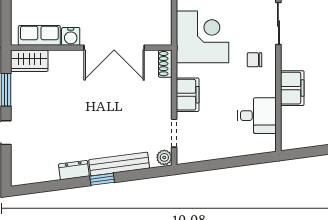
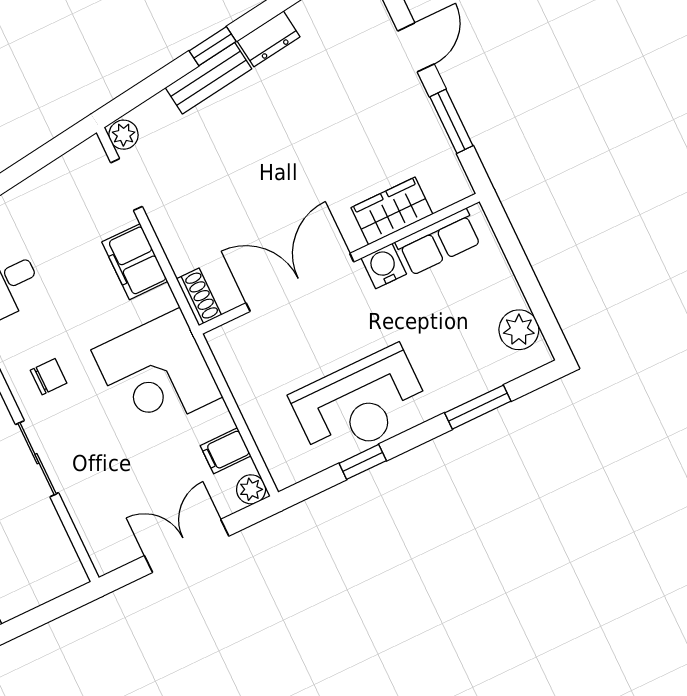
wardrobe: (29, 61) -> (392, 211), moved
bench: (119, 164) -> (208, 78), width x0.73

